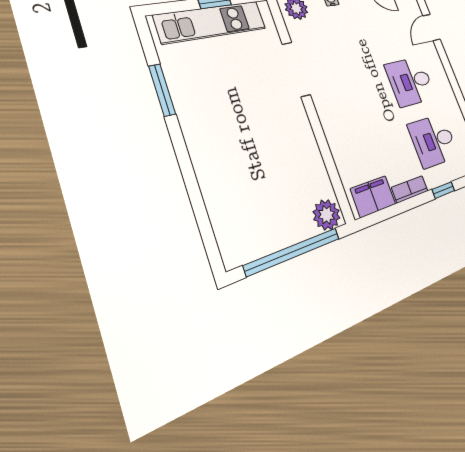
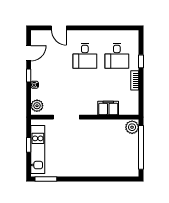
window: (162, 90) -> (46, 179), moved
filing cabinet: (373, 196) -> (108, 108), moved, turned 90

